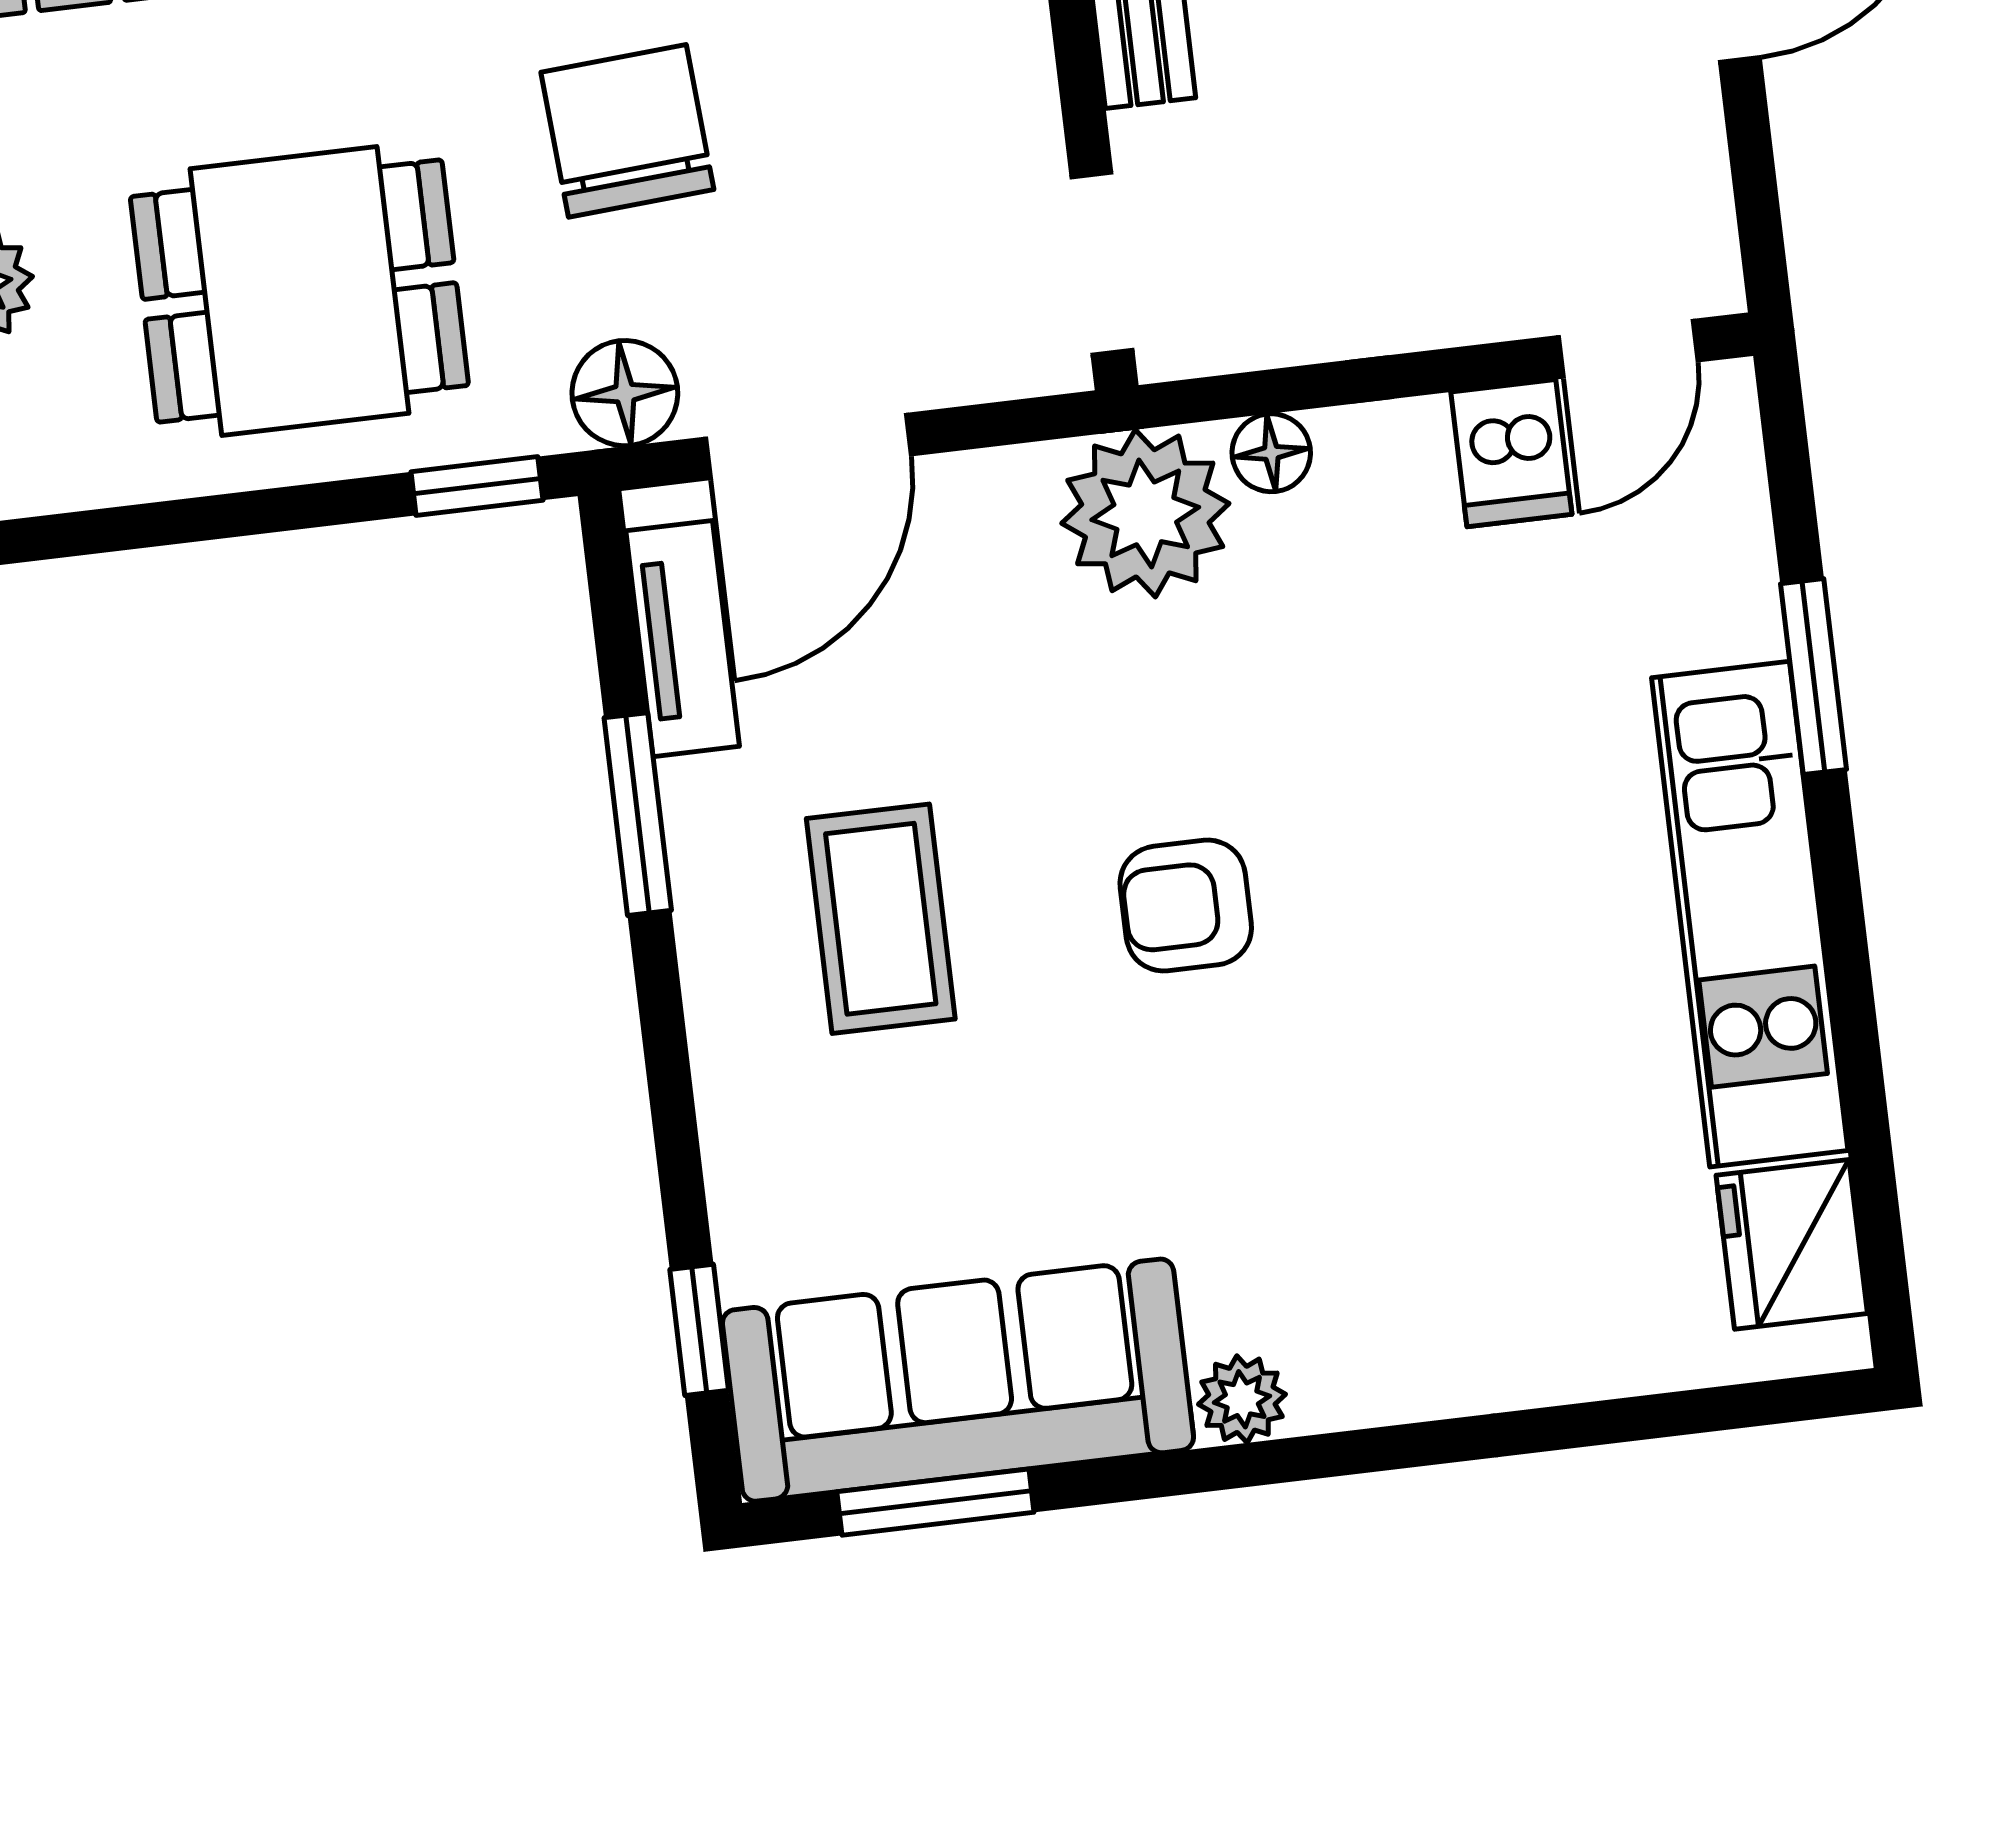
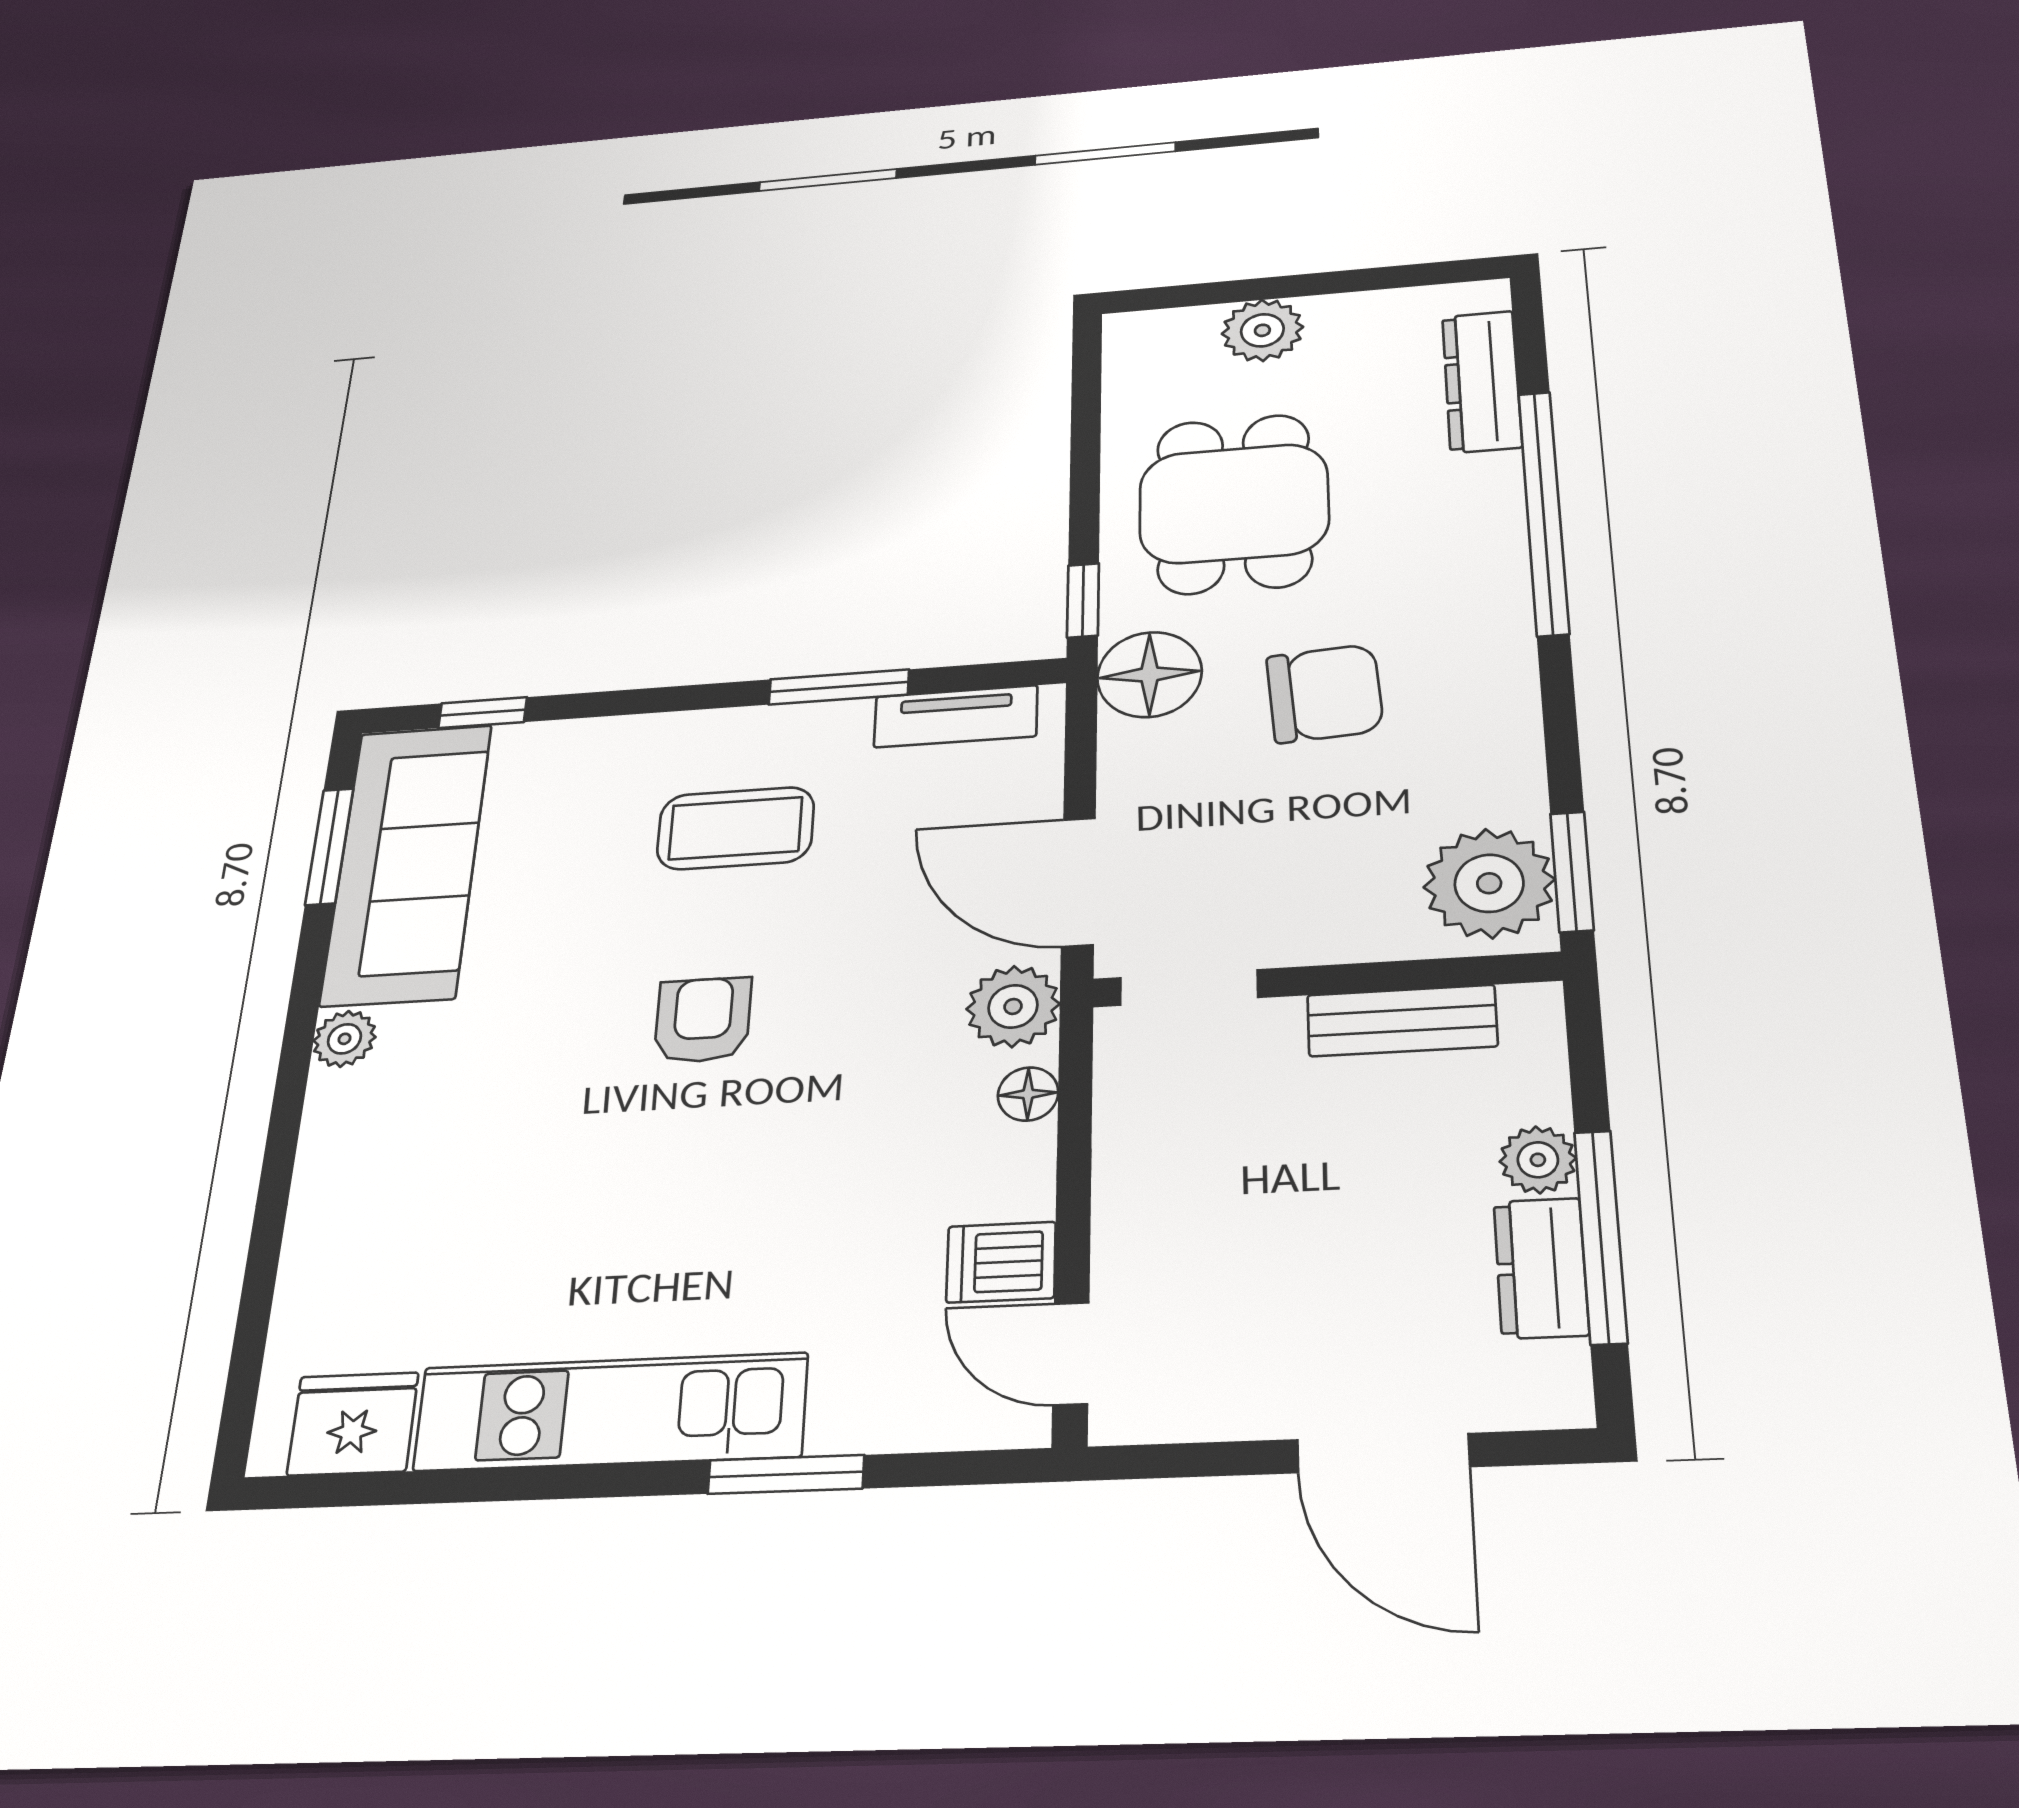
floor lamp: (625, 393) -> (1150, 674), width x1.38, depth x1.38
door: (808, 447) -> (1079, 882), moved
plant: (1145, 513) -> (1013, 1006), width x0.73, depth x0.73

